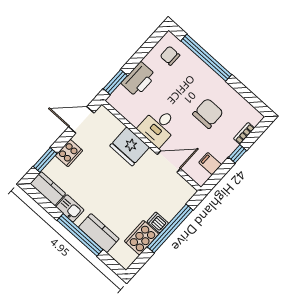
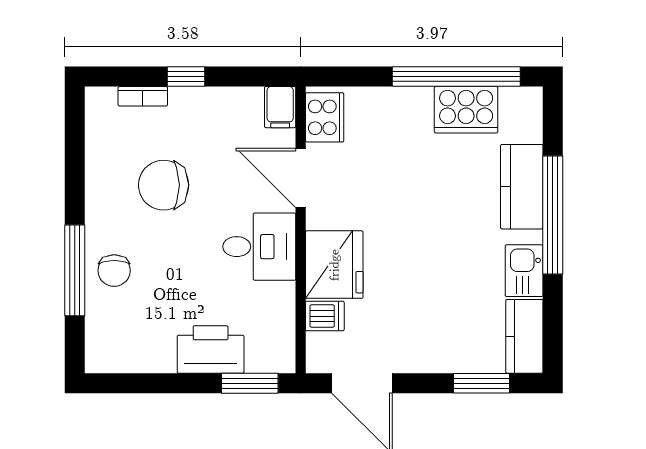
chair: (170, 56) -> (114, 271), moved
window: (206, 58) -> (75, 270), width x0.68
cooker: (69, 153) -> (325, 117), moved, turned 90
filing cabinet: (210, 164) -> (280, 107), moved
dishwasher: (158, 222) -> (325, 316), moved, turned -90
window: (170, 228) -> (456, 77), moved

